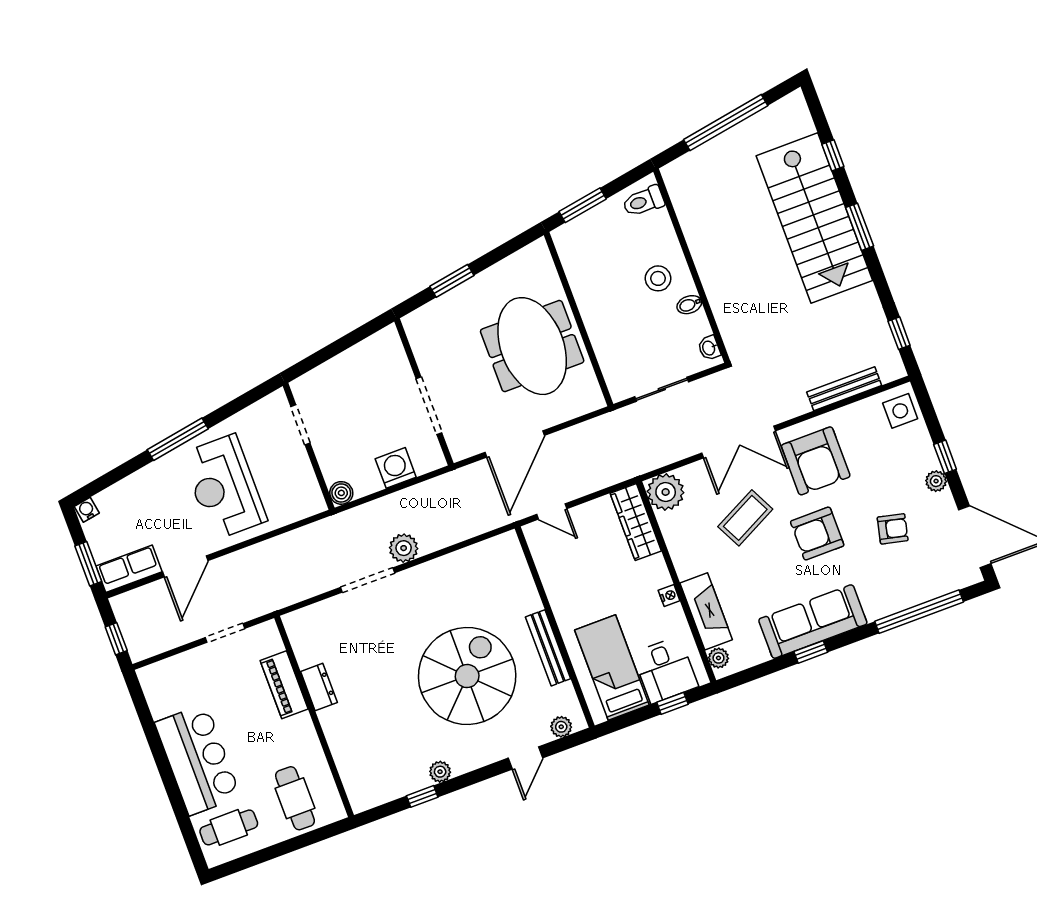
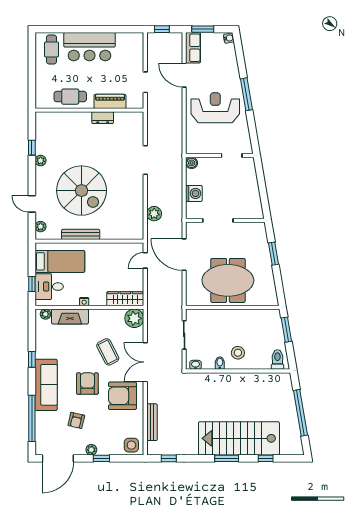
plant: (404, 548) -> (154, 214), moved
sofa: (813, 622) -> (46, 385), moved
cafe table: (295, 798) -> (70, 97), moved

